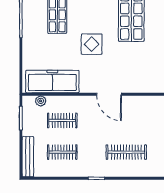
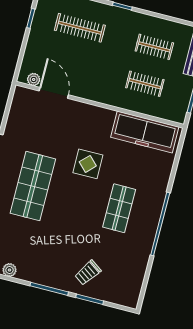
door: (109, 94) -> (54, 93), moved
plant: (41, 101) -> (34, 79), moved

